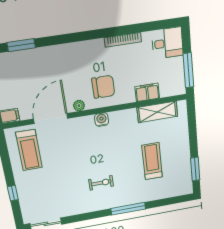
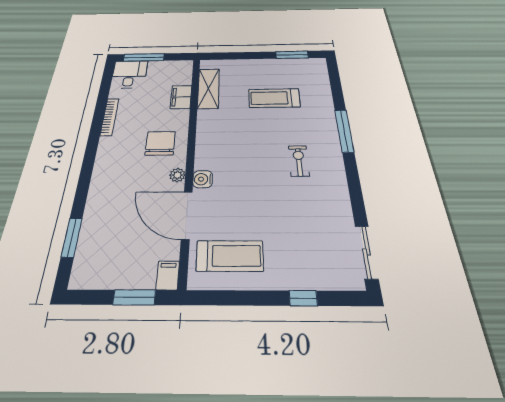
window: (188, 70) -> (144, 57), moved
water cooler: (102, 120) -> (203, 179), moved

